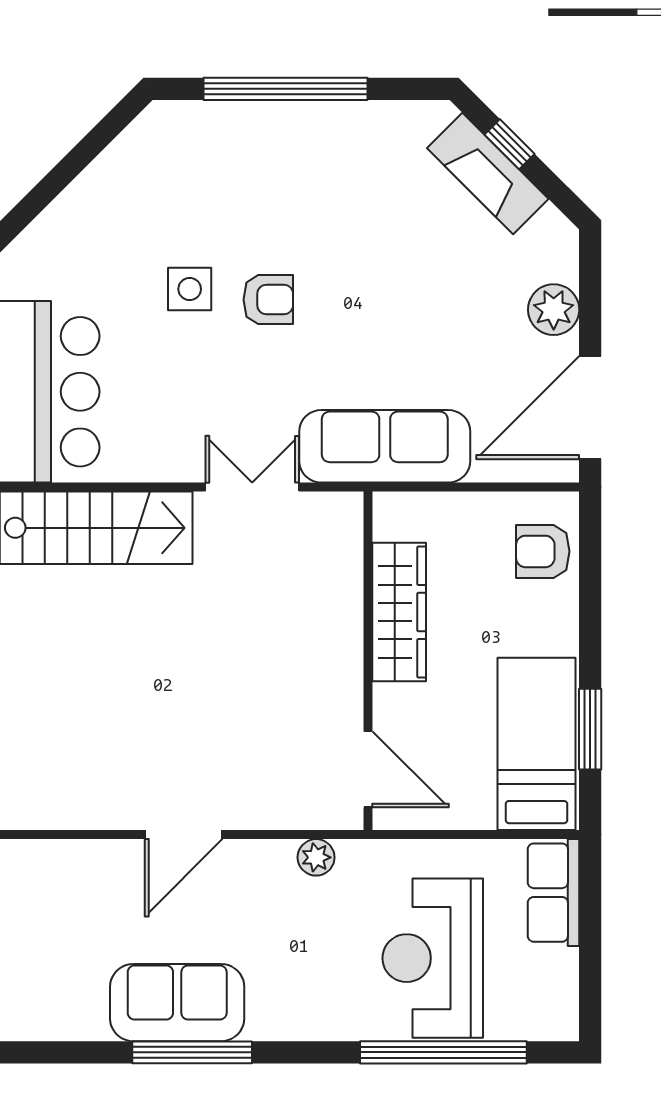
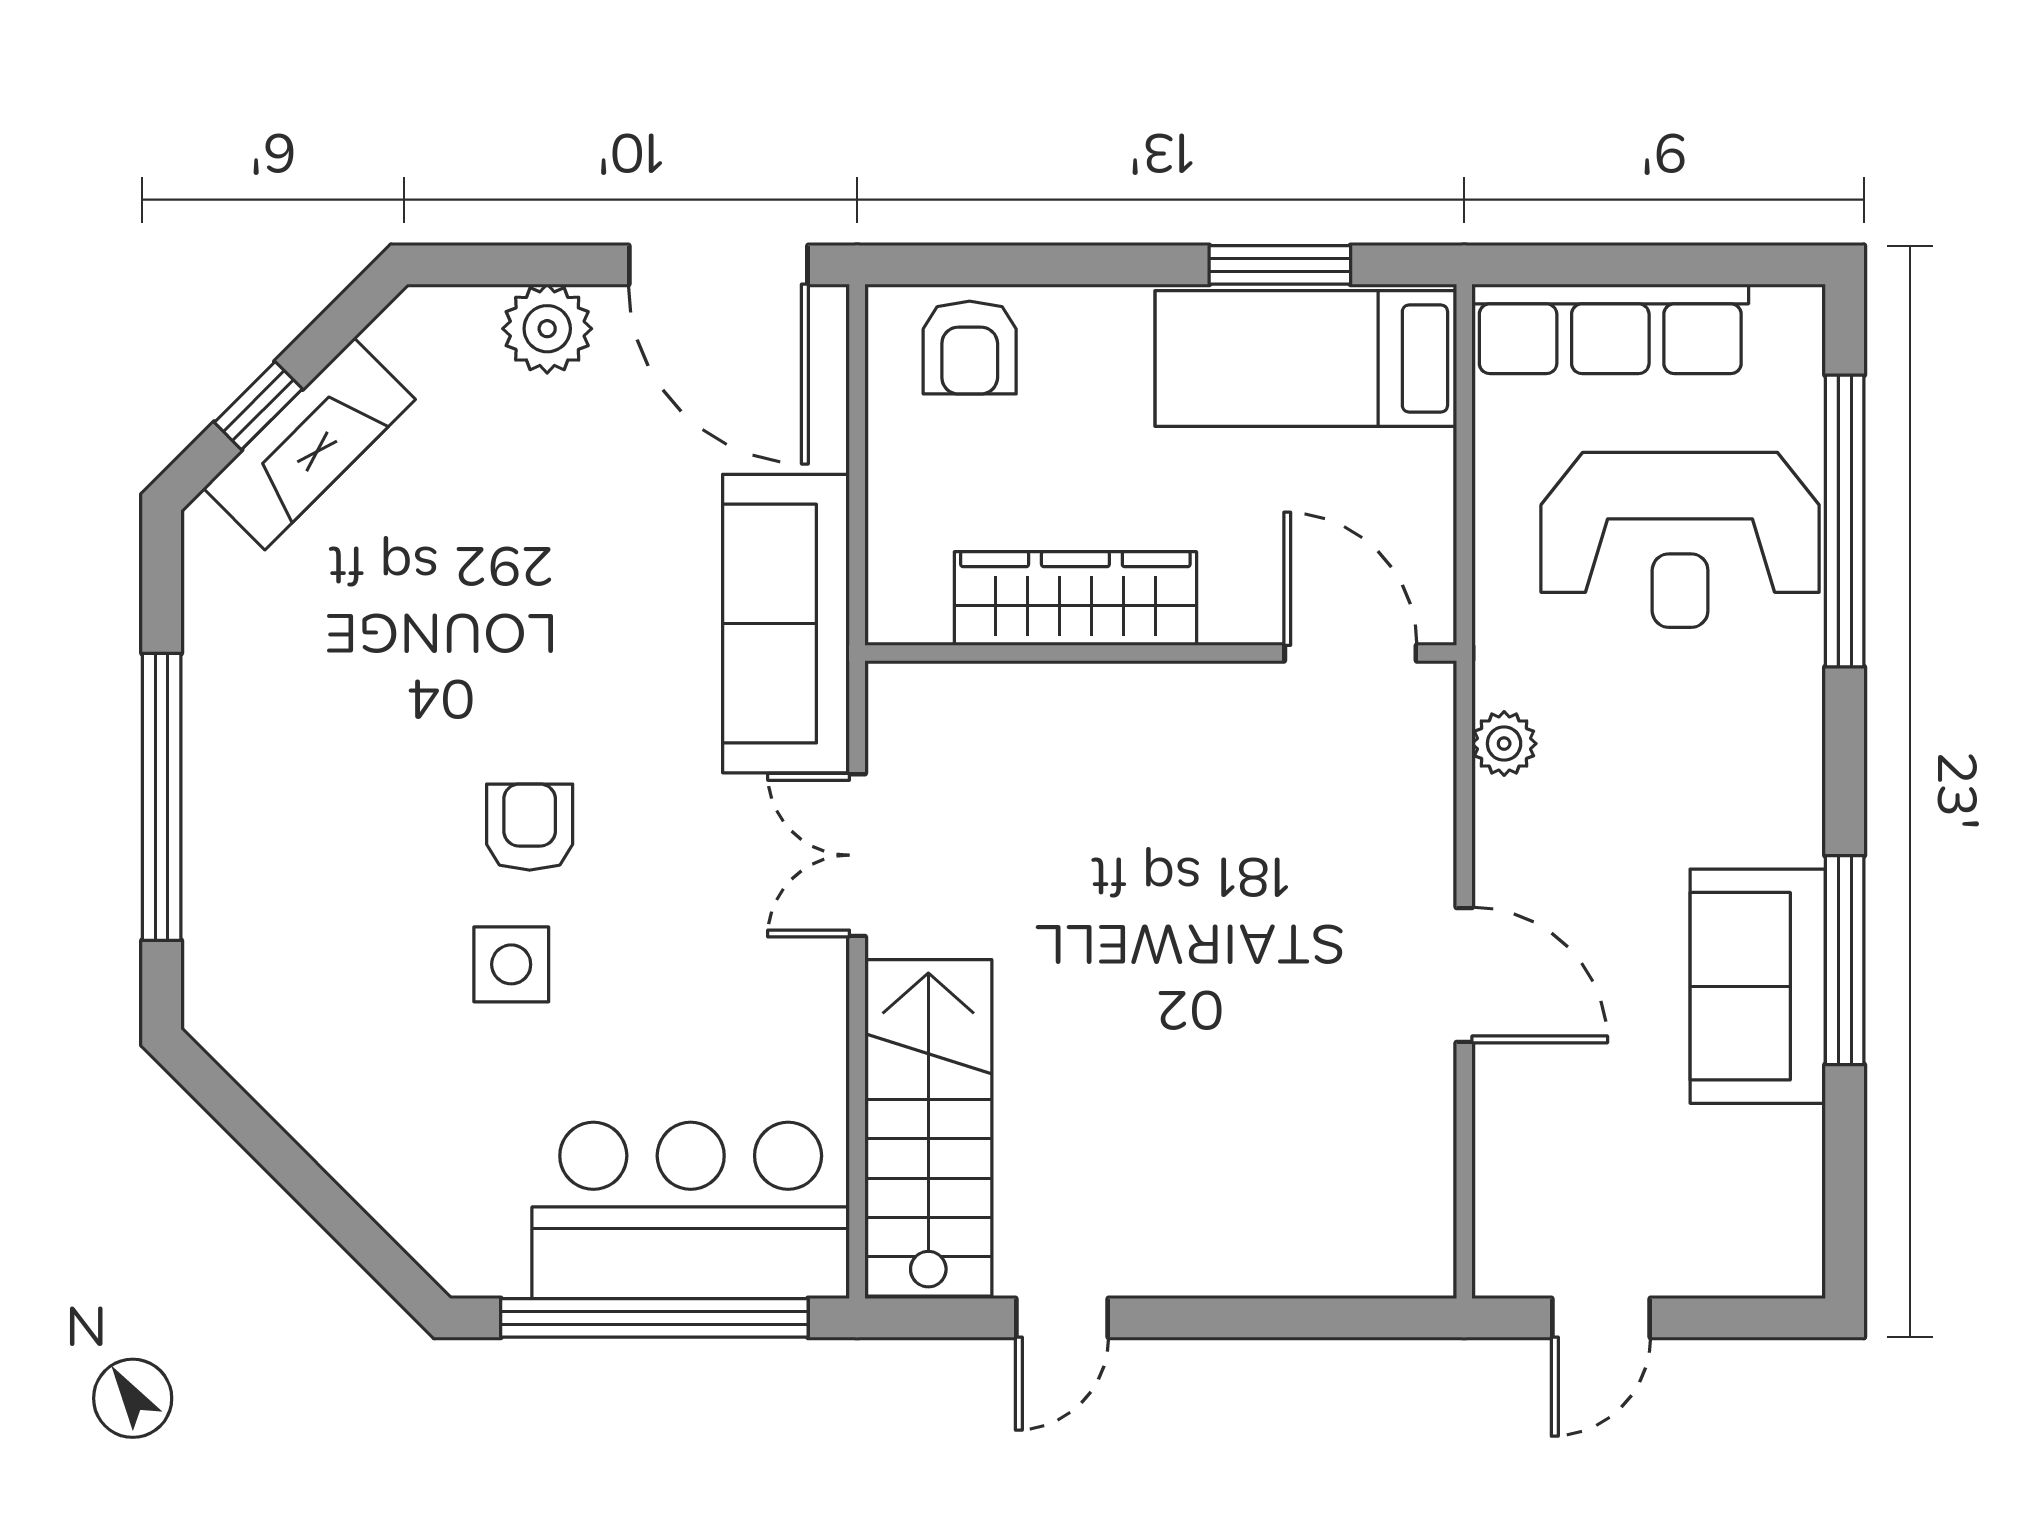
door: (368, 769) -> (1350, 653), hinge flipped
row of seats: (553, 893) -> (1610, 329), width x1.48

